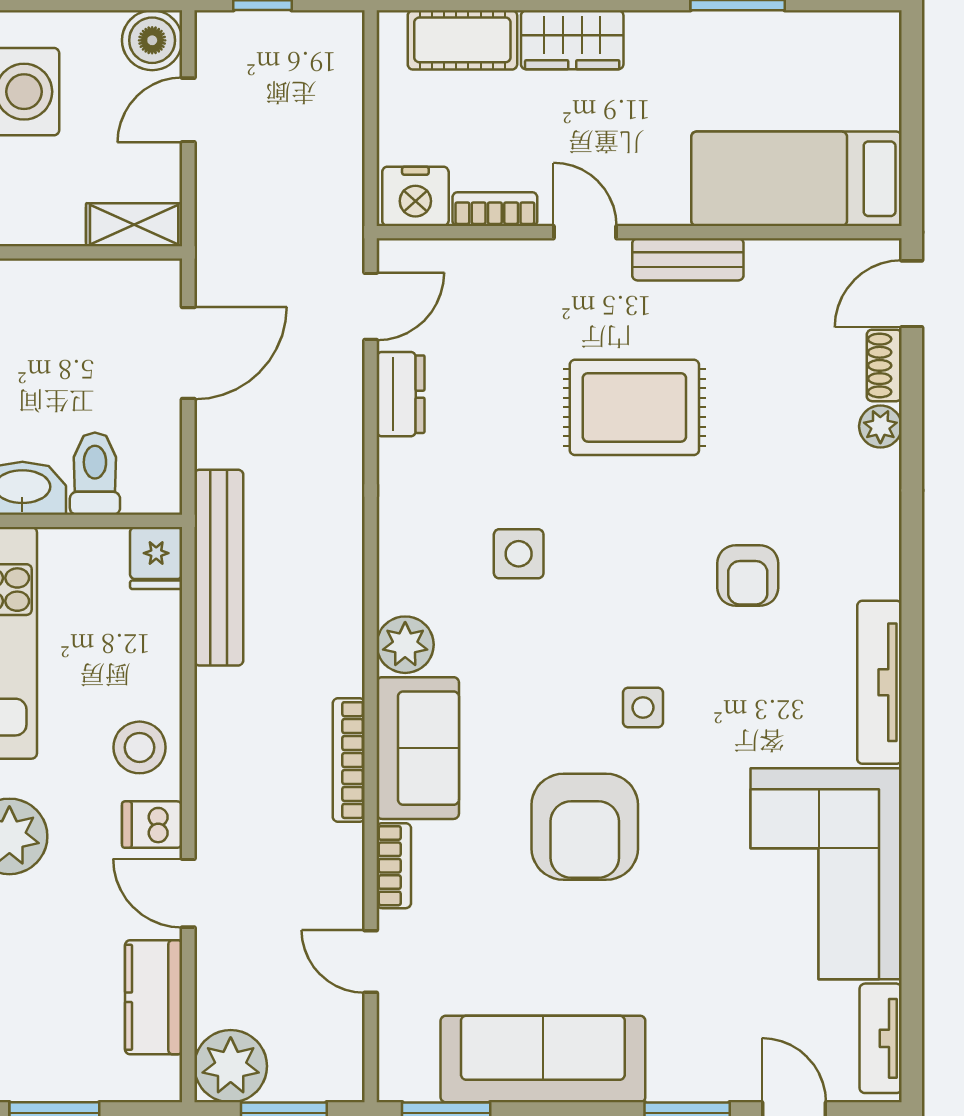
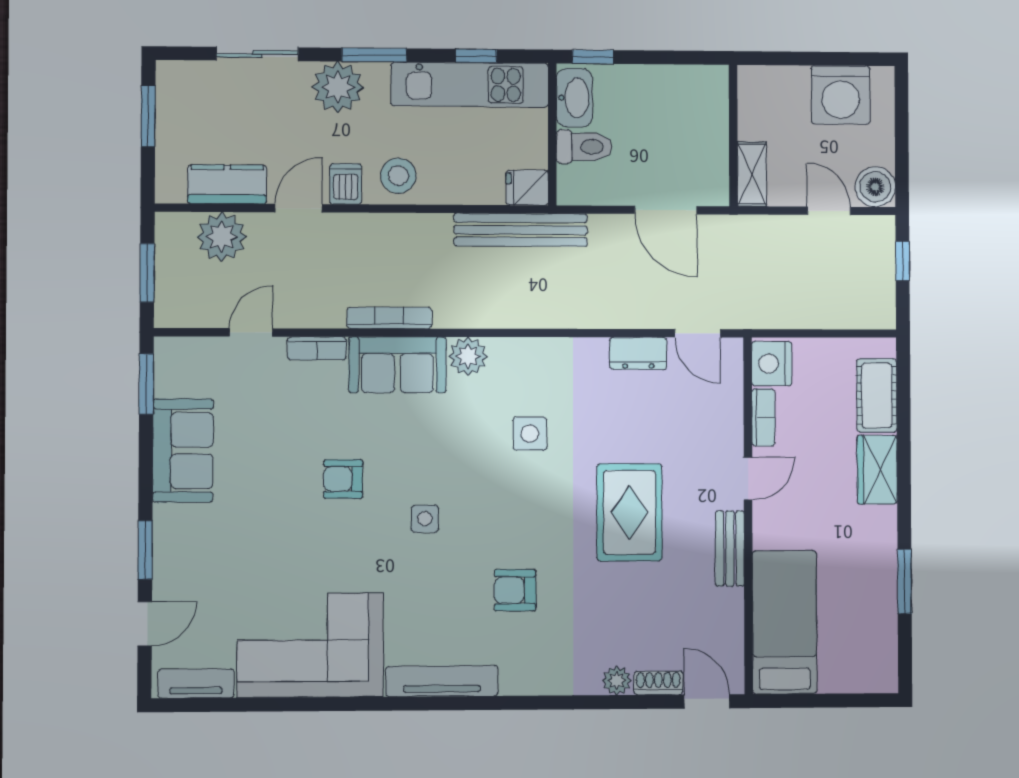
armchair: (585, 827) -> (343, 479), width x0.53, depth x0.53
sofa: (543, 1059) -> (183, 451), width x0.73
plant: (231, 1066) -> (222, 237), moved

